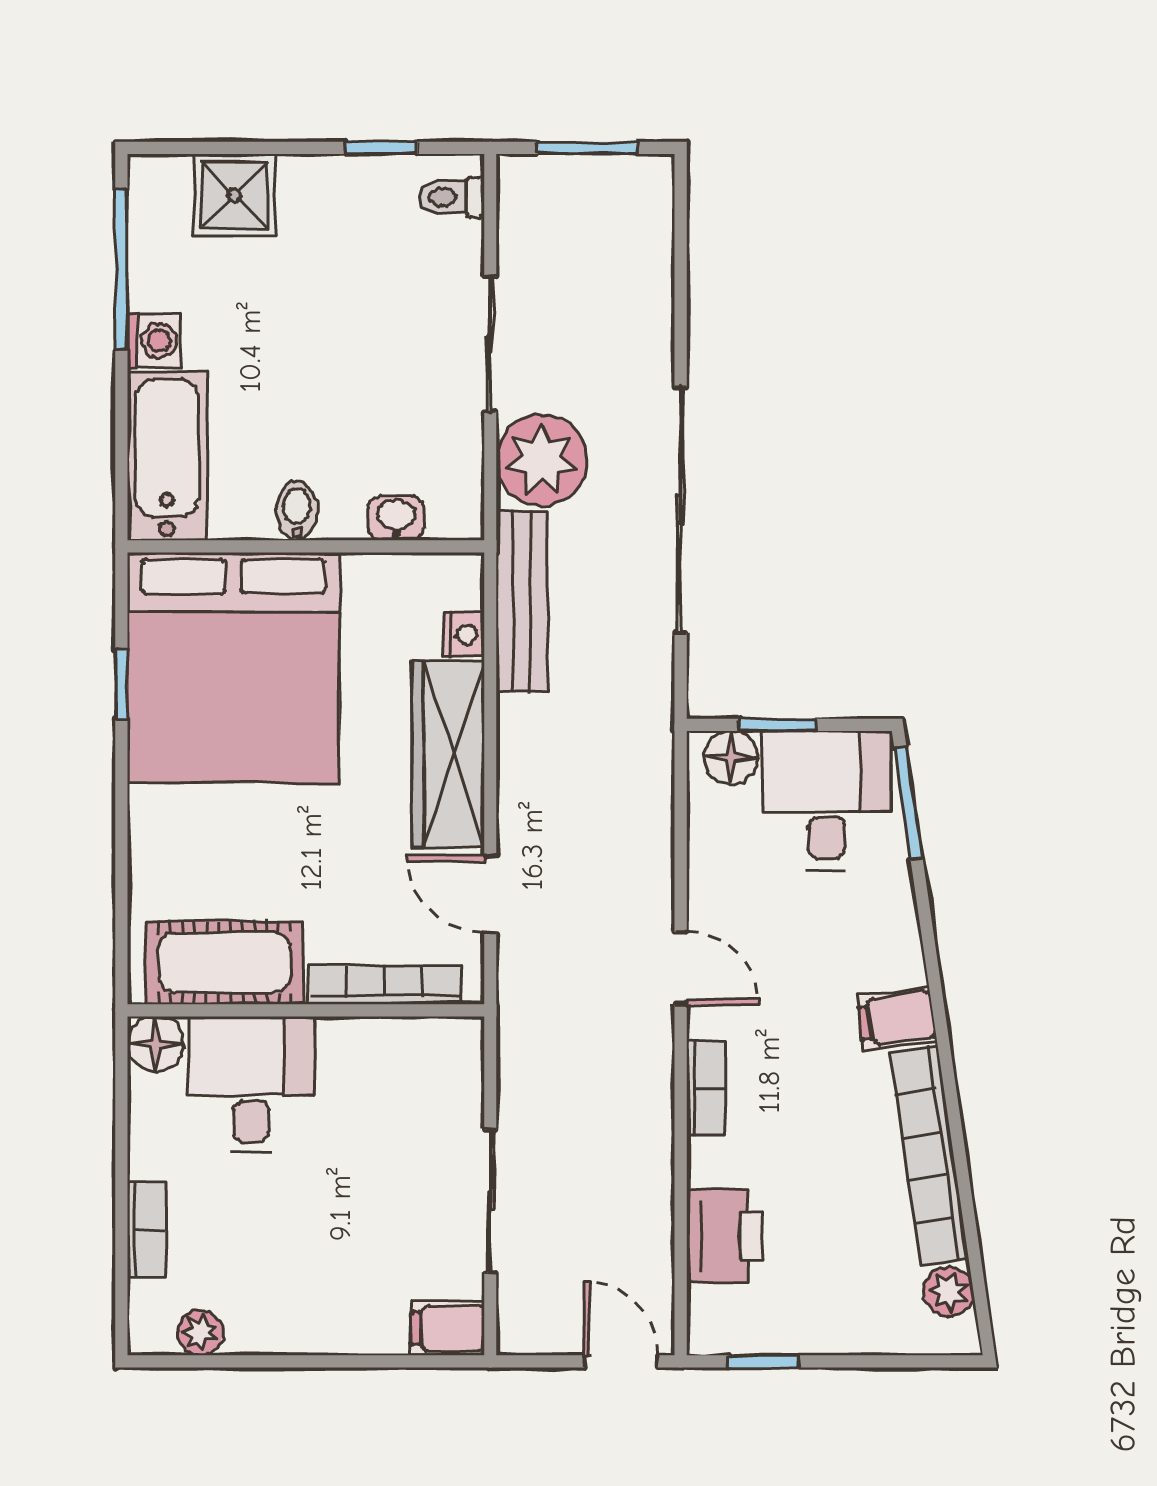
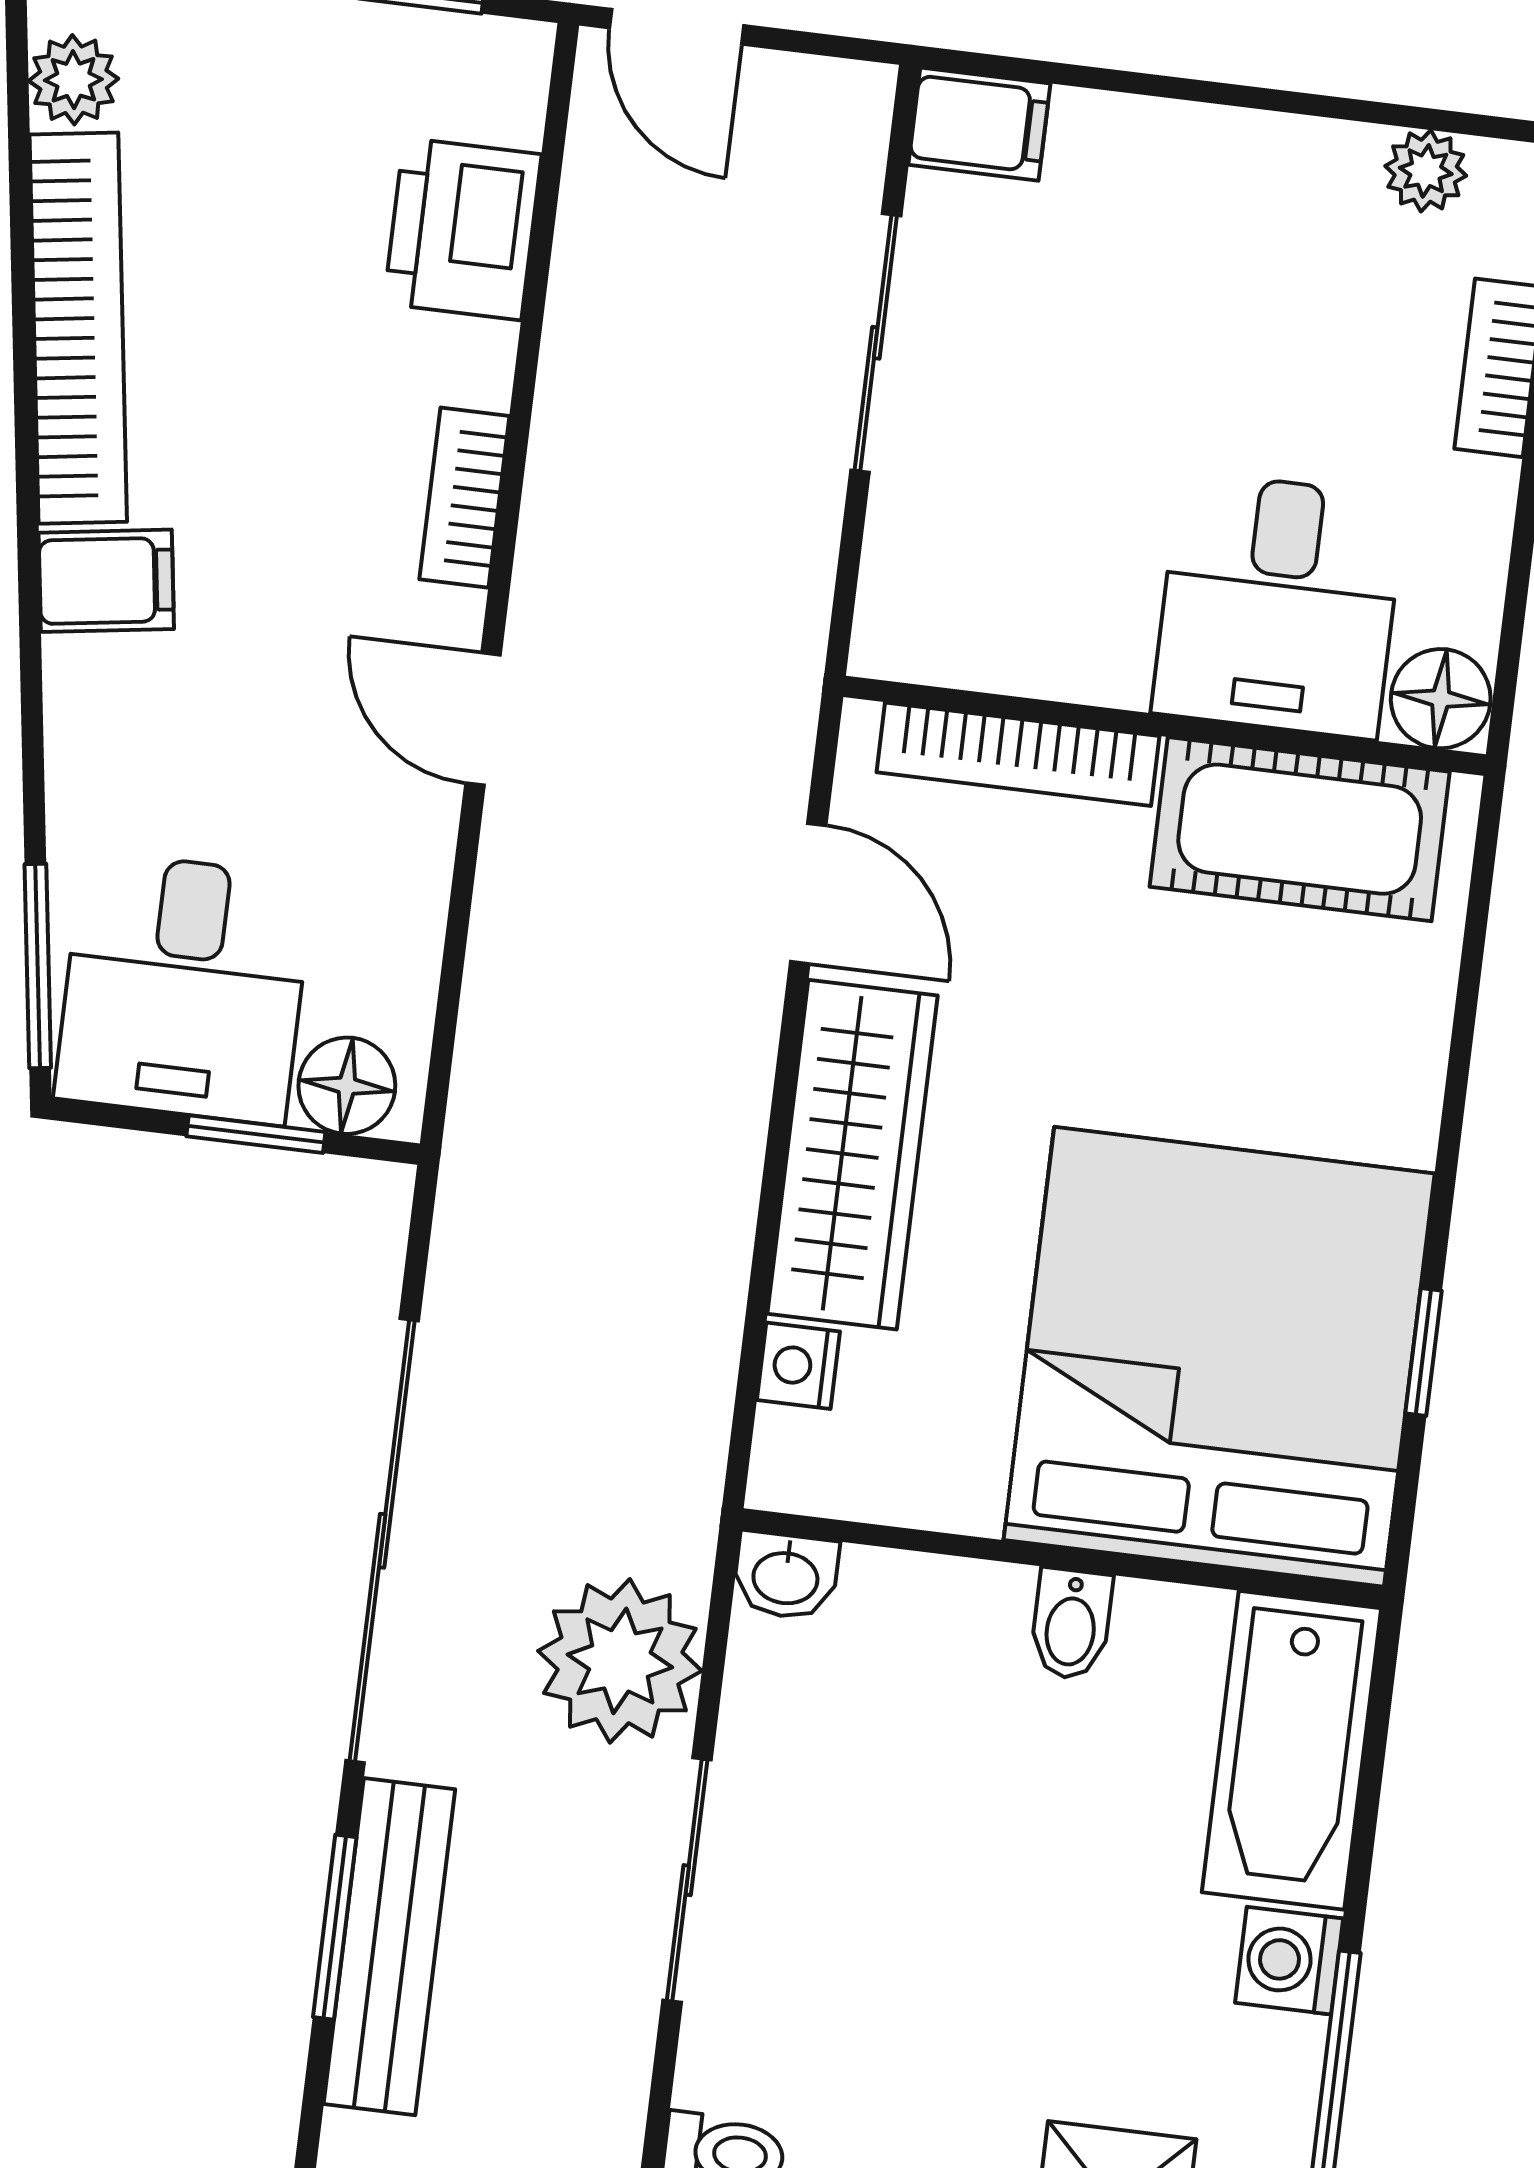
window: (681, 295) -> (335, 1927), added
washbasin: (396, 518) -> (786, 1576), moved
bench: (522, 601) -> (389, 1947), moved

